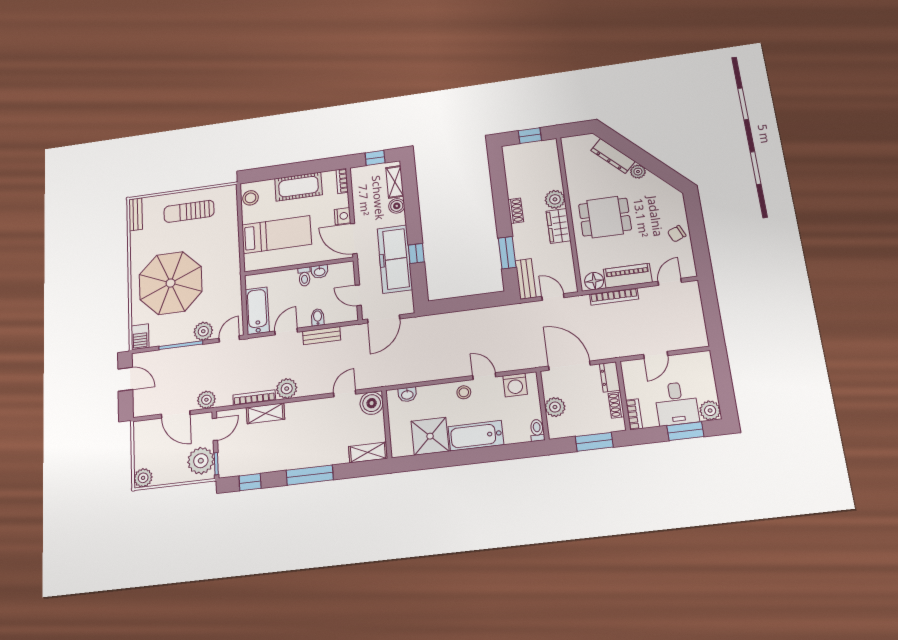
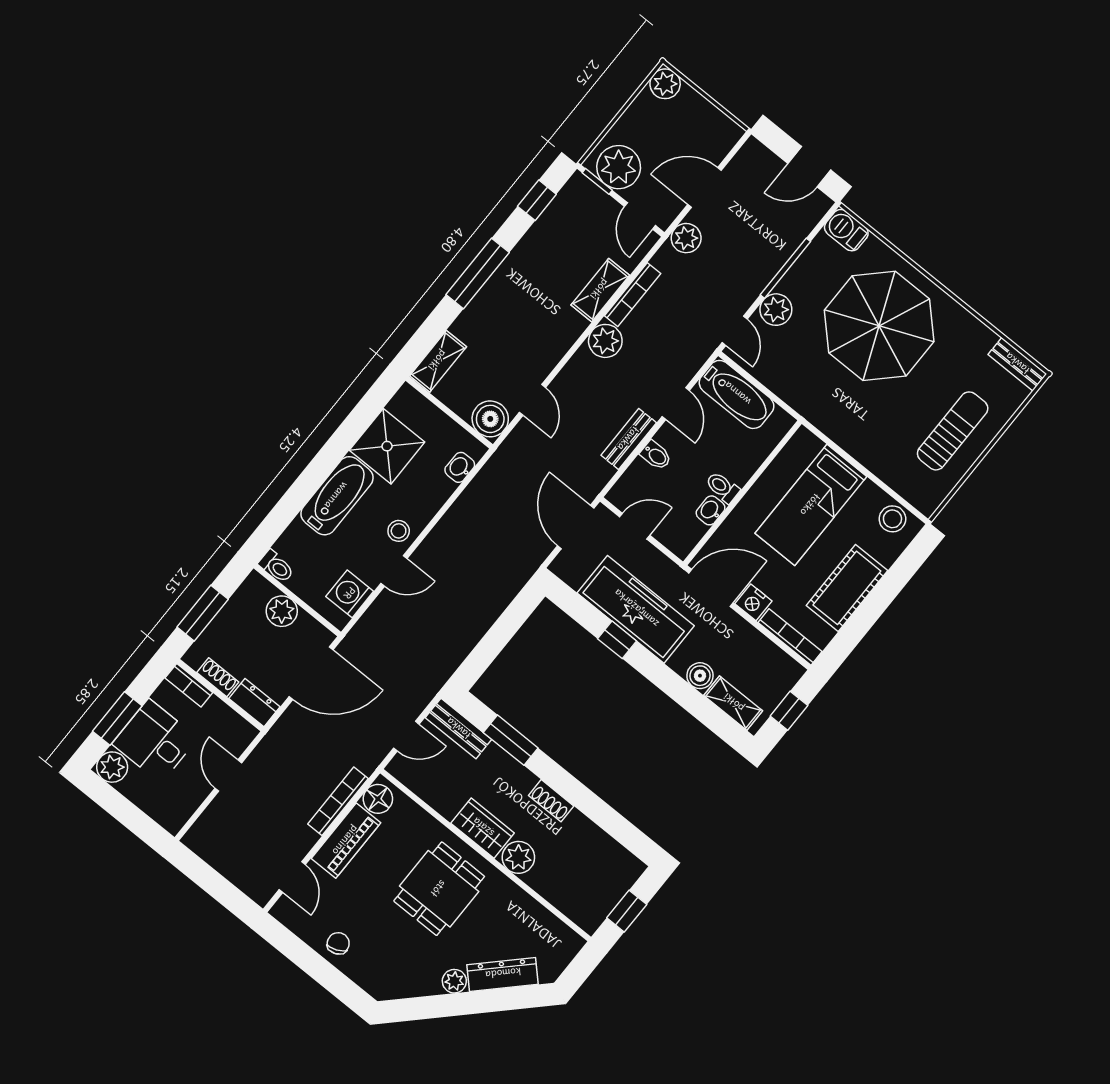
bookcase: (342, 181) -> (790, 637), width x1.56

